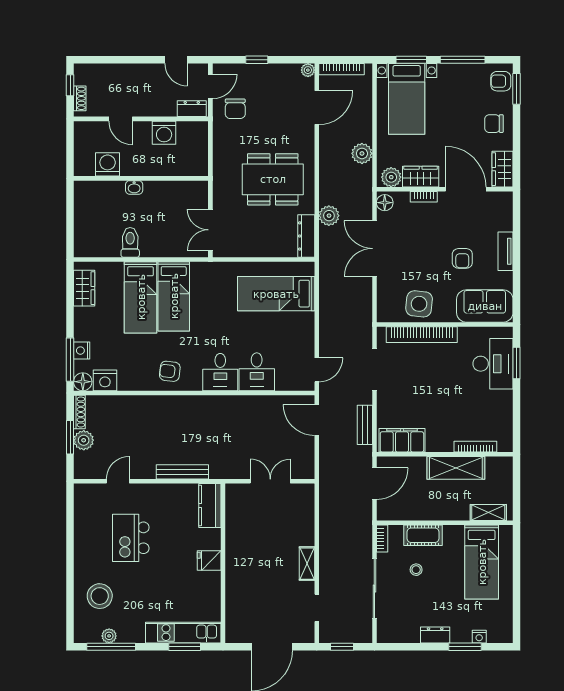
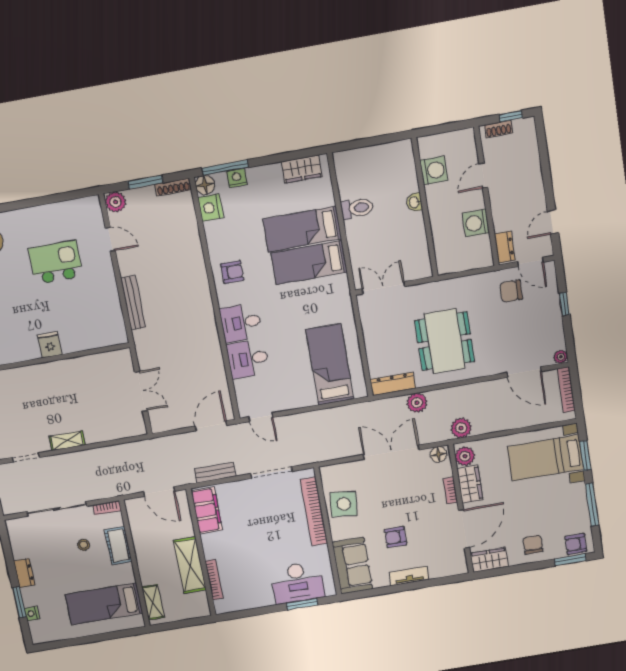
armchair: (501, 81) -> (576, 544), turned -90
plant: (362, 153) -> (461, 428), moved
armchair: (170, 371) -> (232, 272), turned 83
plant: (84, 440) -> (115, 202), moved
kitchen counter: (210, 505) -> (105, 336), removed

